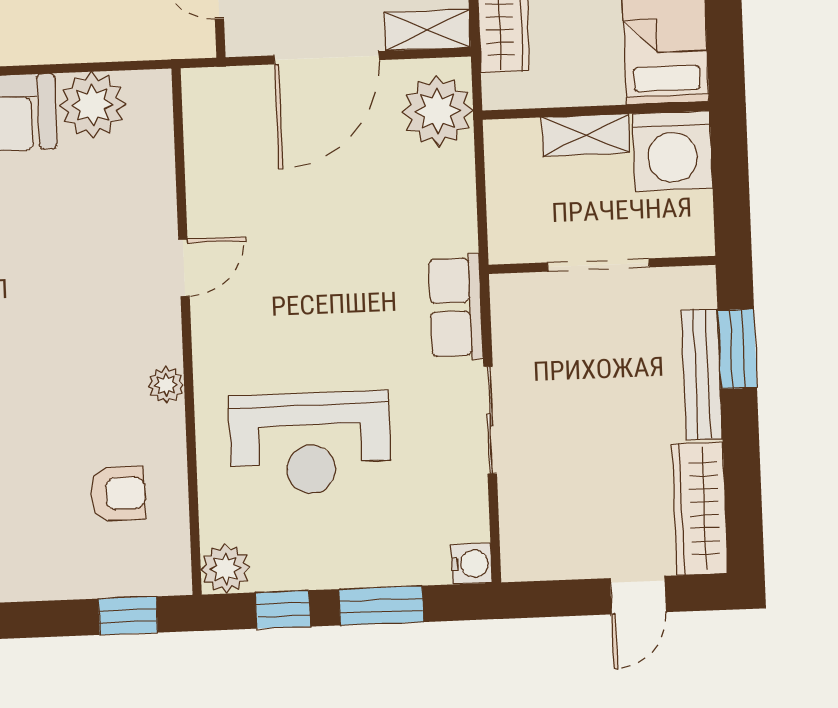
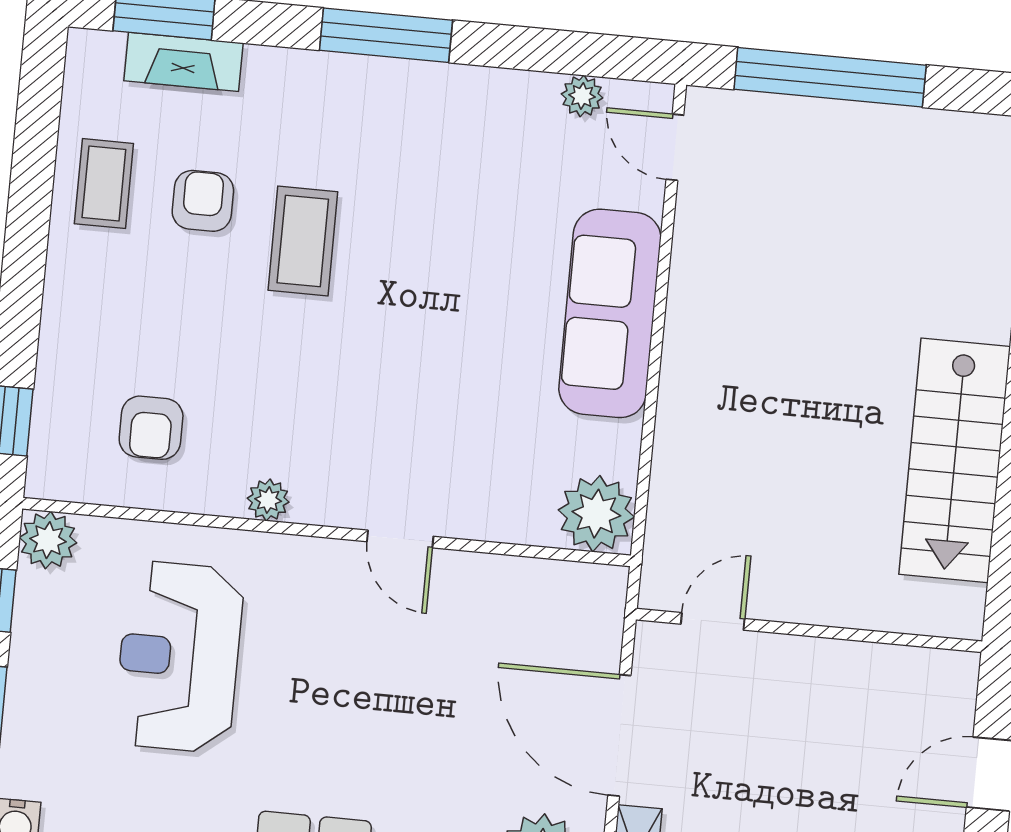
plant: (92, 105) -> (596, 514), moved

